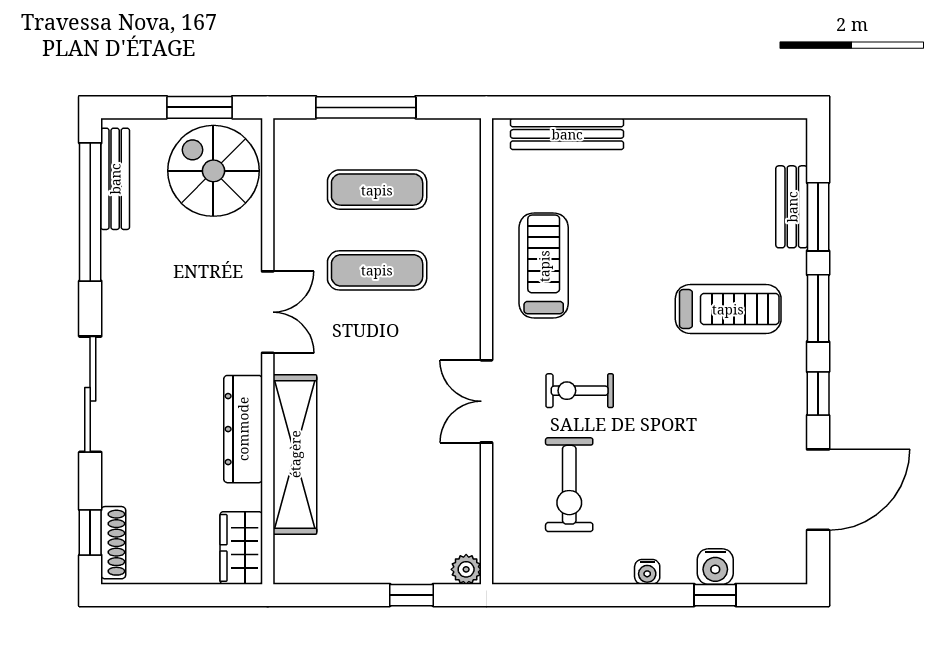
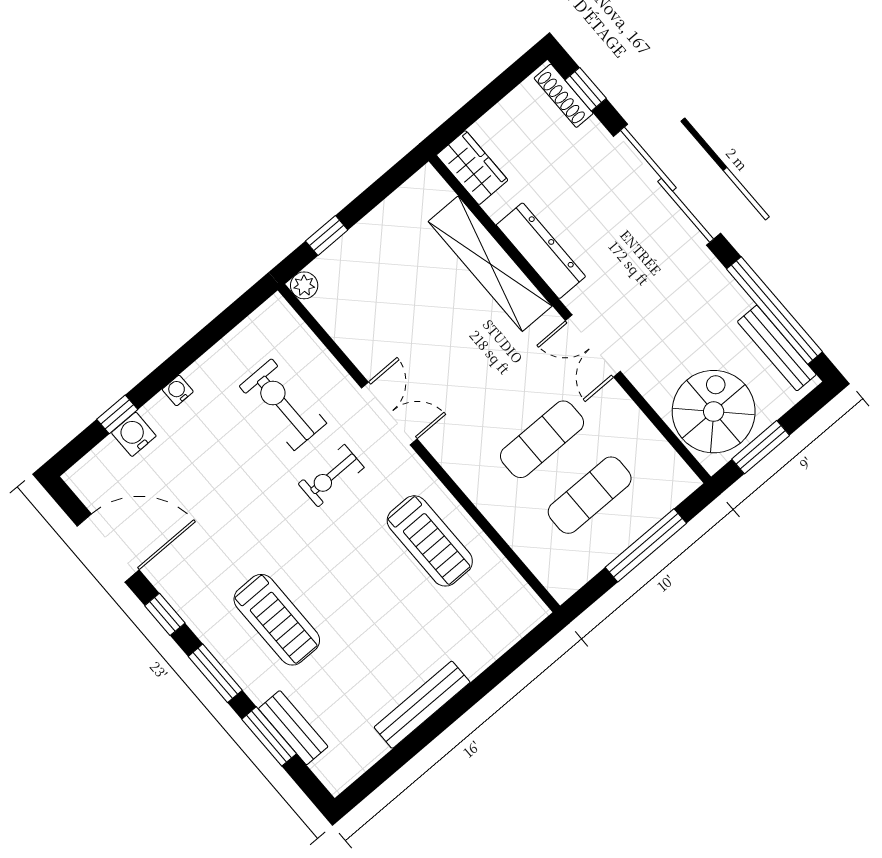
bench: (567, 134) -> (422, 705), moved
spiral stairs: (213, 171) -> (714, 412), turned -90
treadmill: (728, 309) -> (277, 620), turned -90
exercise bike: (580, 391) -> (331, 476), turned 180
sliding door: (90, 394) -> (667, 185), width x1.36
door: (818, 490) -> (108, 548), swing flipped

